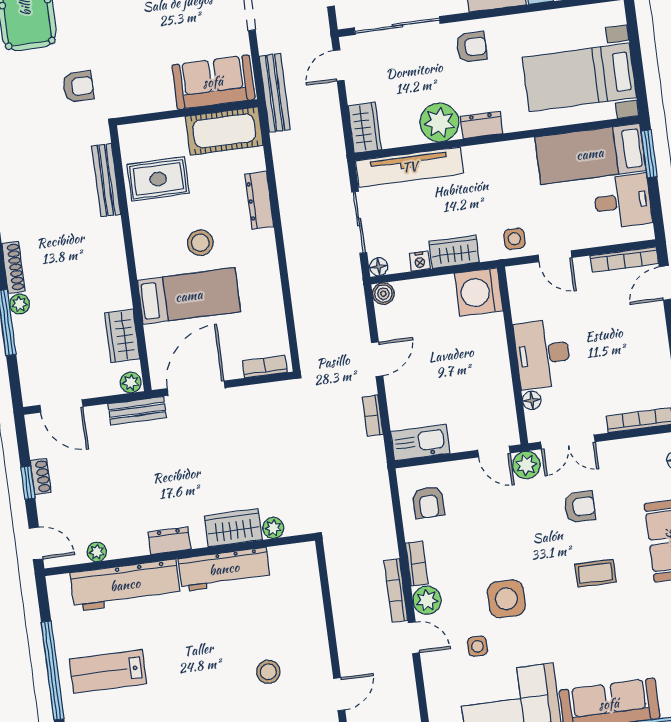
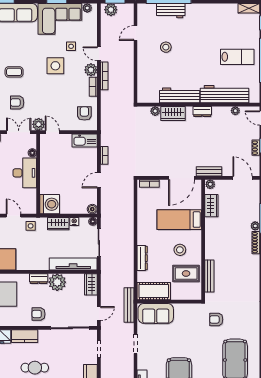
stool: (200, 243) -> (180, 250), moved

